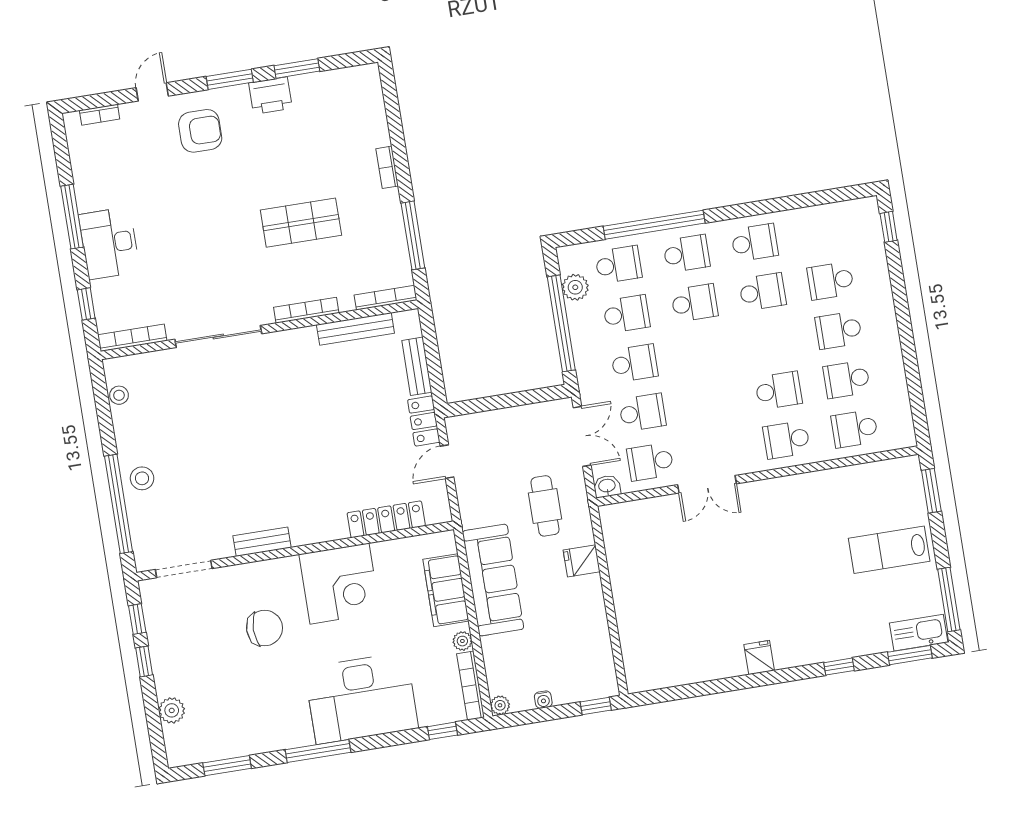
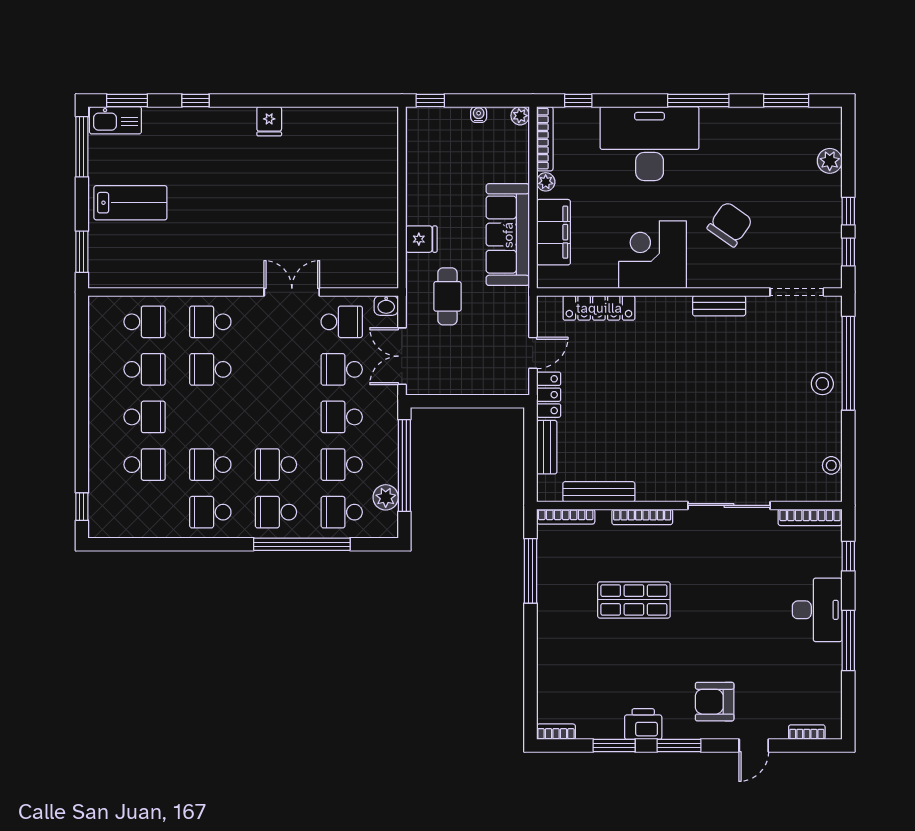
bookcase: (387, 167) -> (556, 732), moved, turned -90
school desk: (786, 440) -> (210, 322), turned 180
chair: (265, 628) -> (730, 224), turned 125

